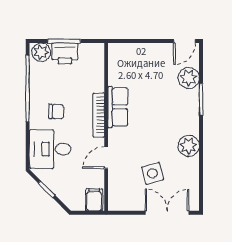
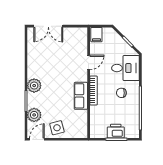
plant: (41, 52) -> (131, 132), removed
plant: (189, 146) -> (34, 86), moved
side table: (152, 173) -> (57, 128), moved

